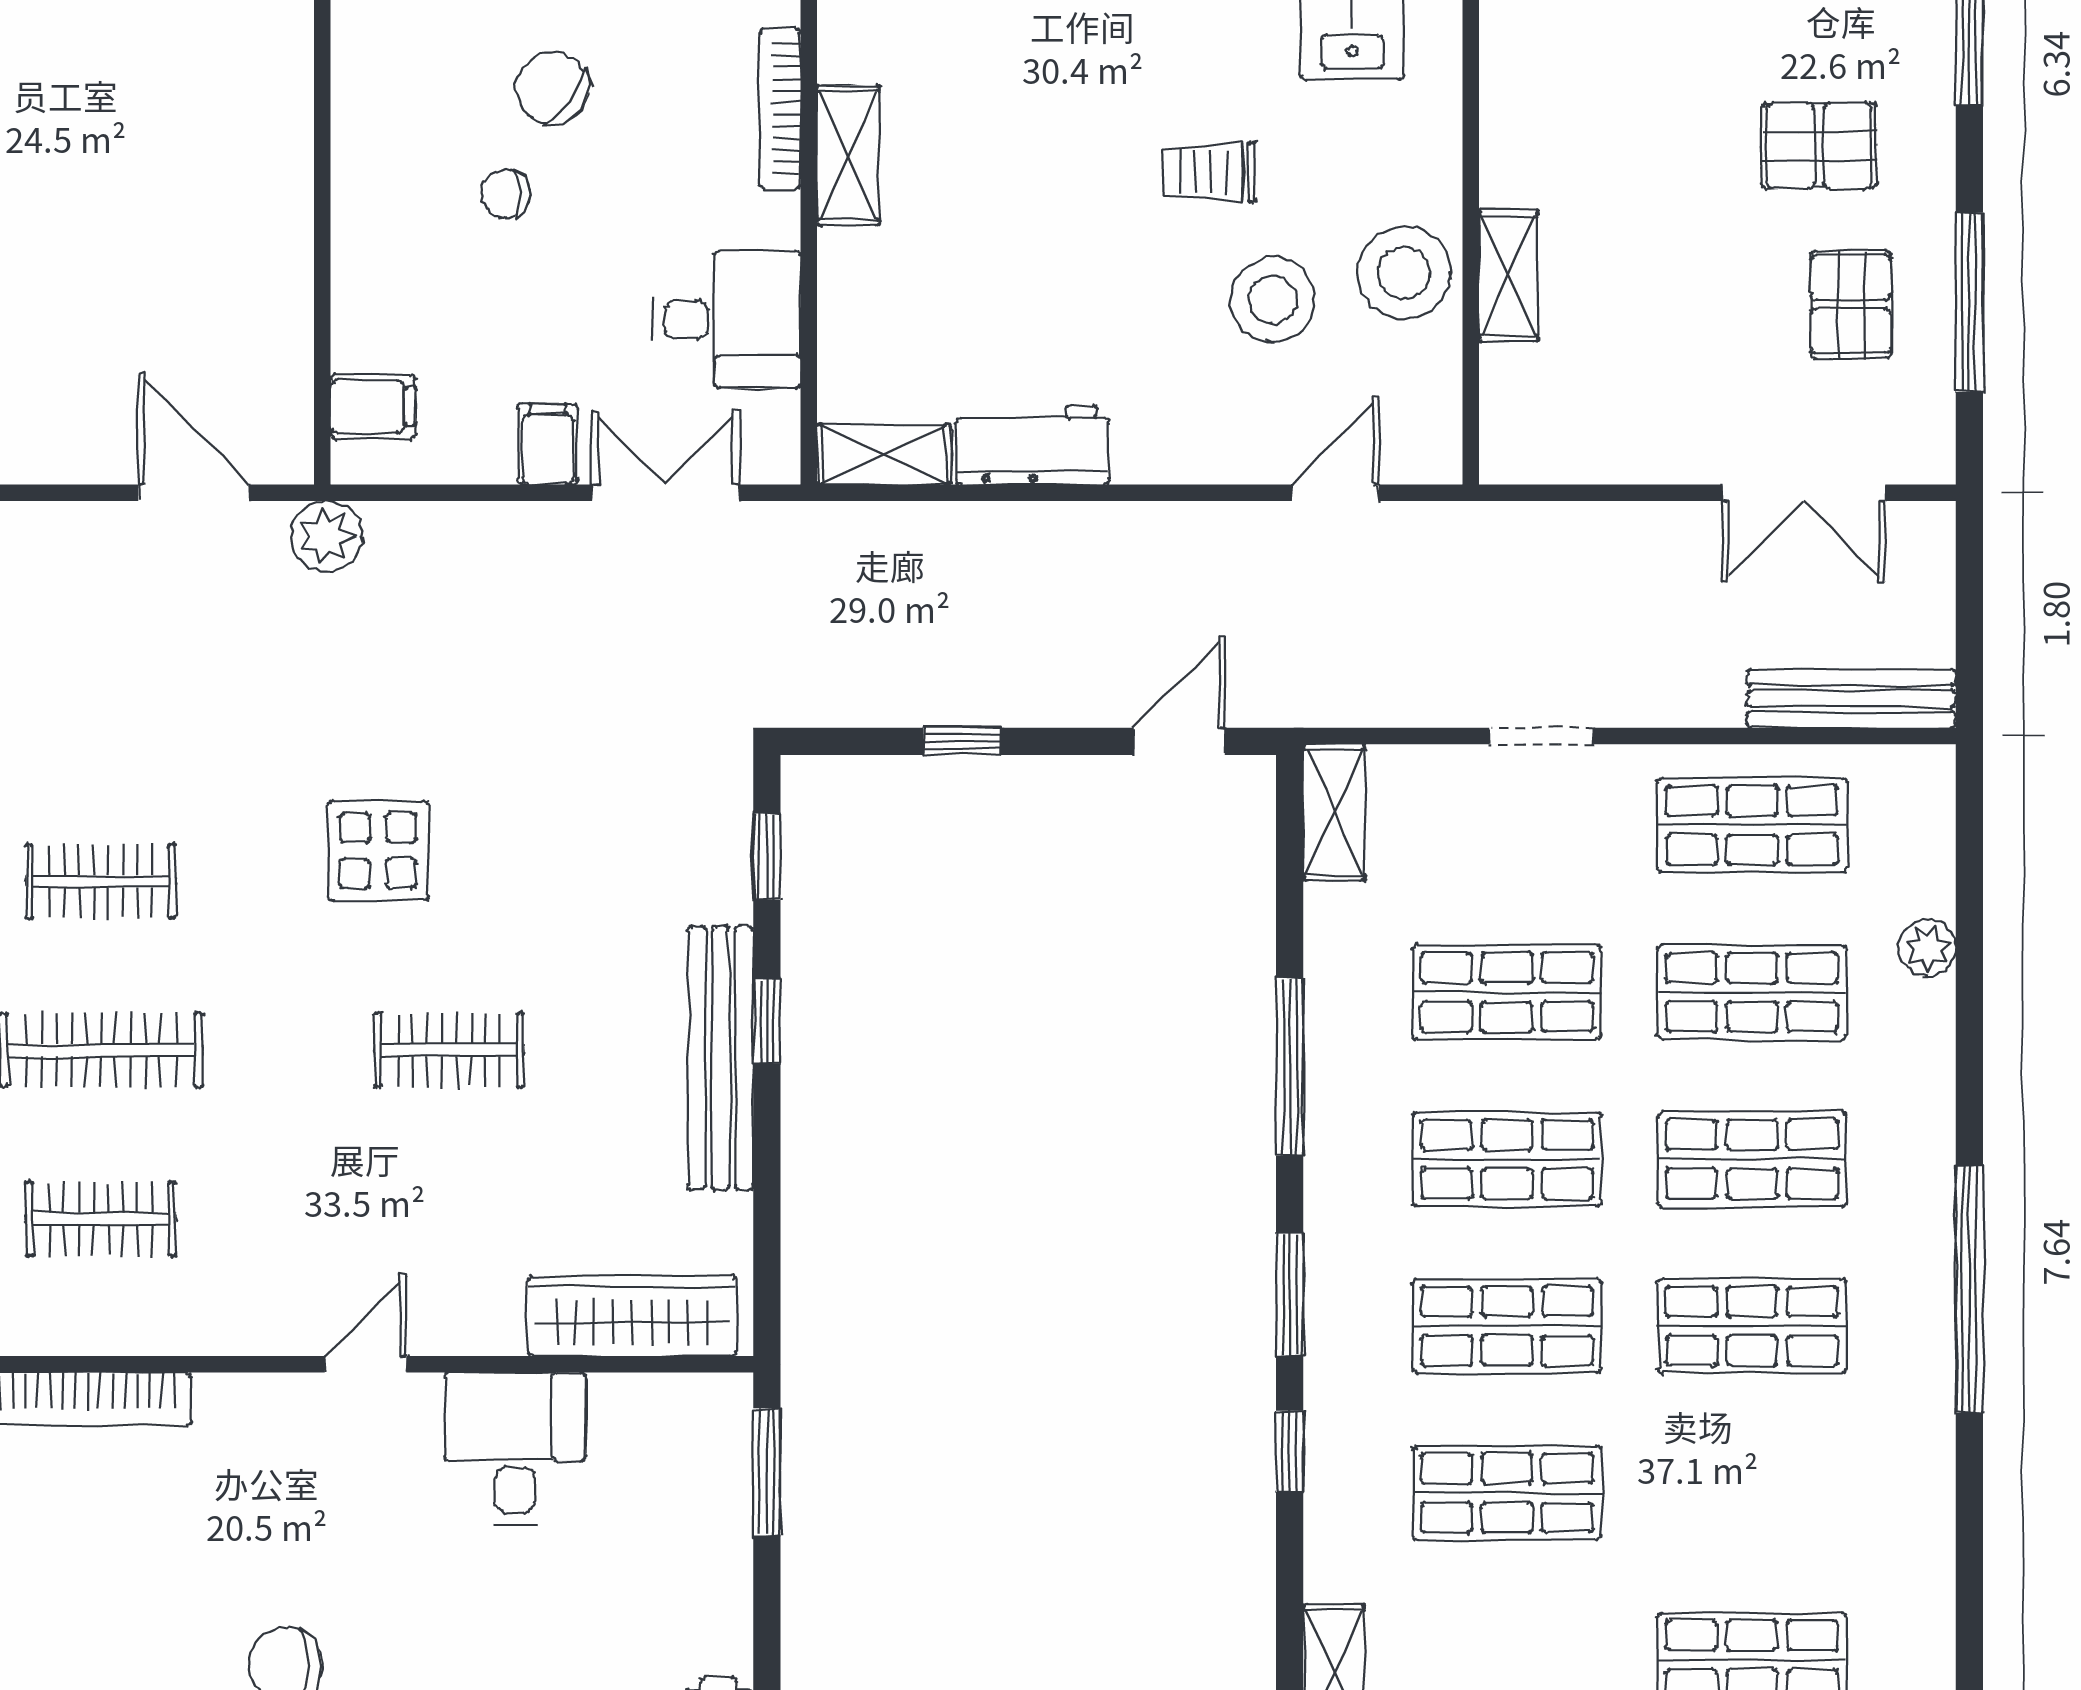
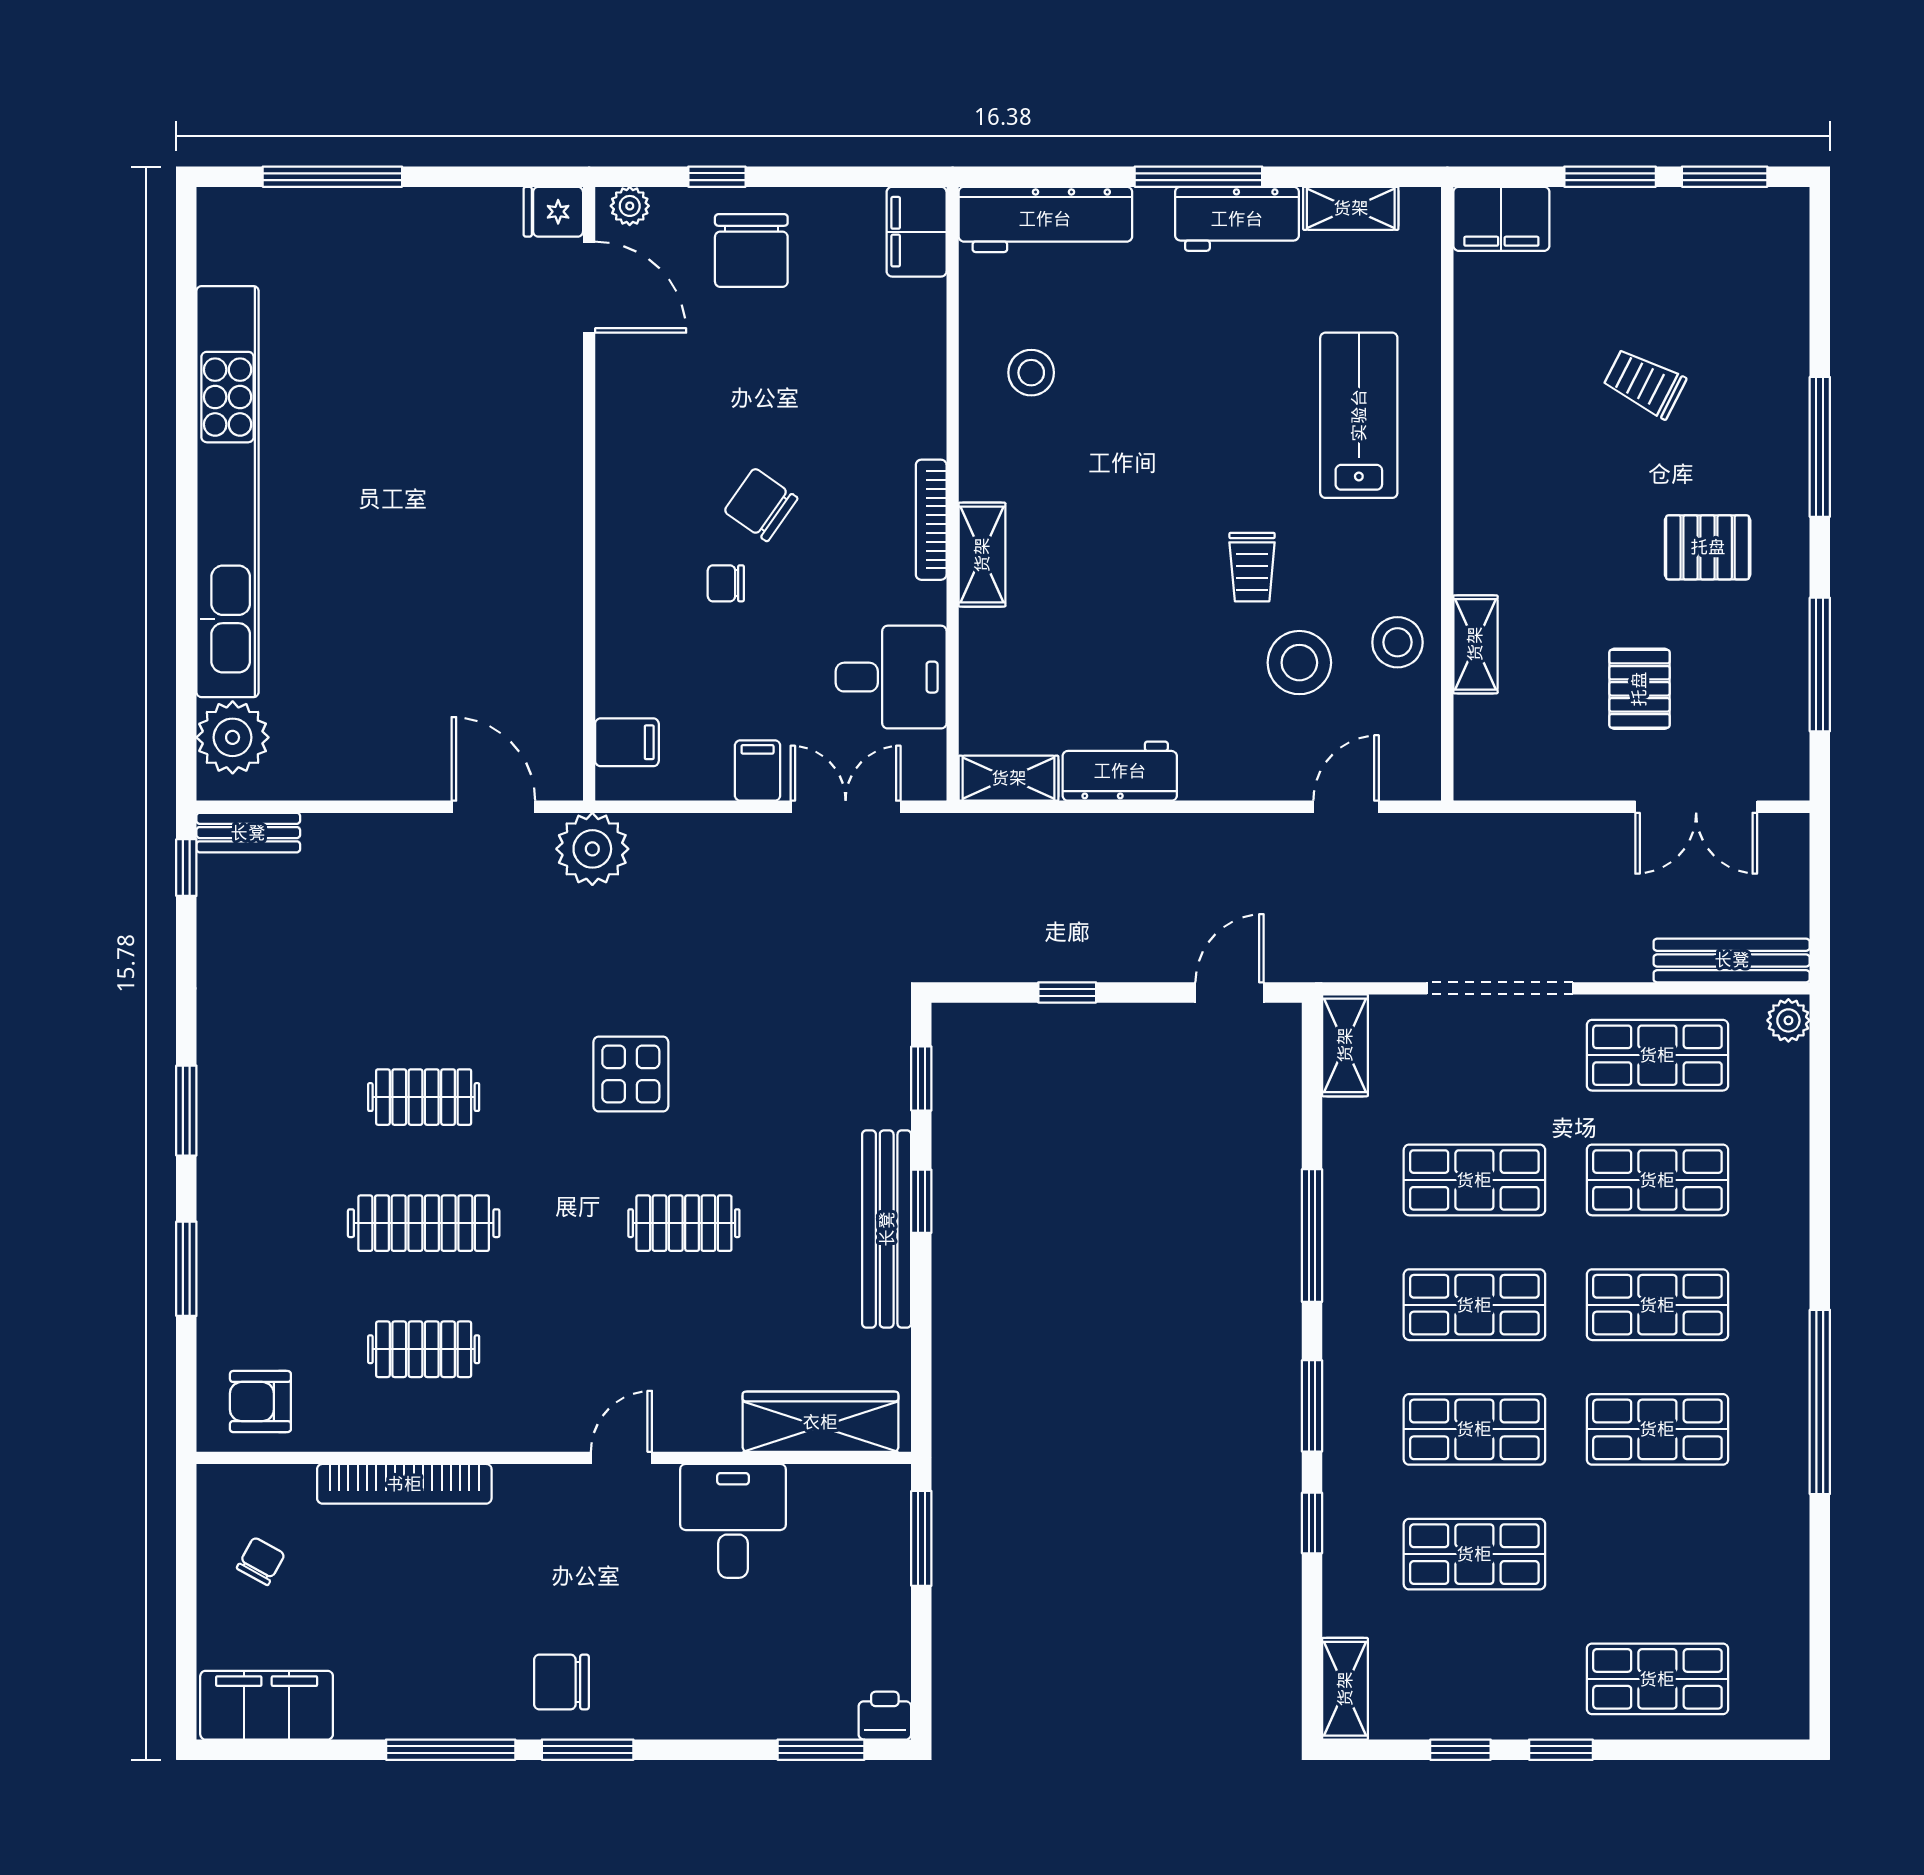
trolley: (1209, 172) -> (1252, 567), turned -90
stool: (1404, 273) -> (1397, 642), width x0.73, depth x0.73
pallet: (1851, 304) -> (1639, 689), moved
plant: (327, 536) -> (592, 849), width x1.36, depth x1.36
doorway: (1541, 736) -> (1500, 988), width x1.88
plant: (1927, 948) -> (1788, 1020), moved

